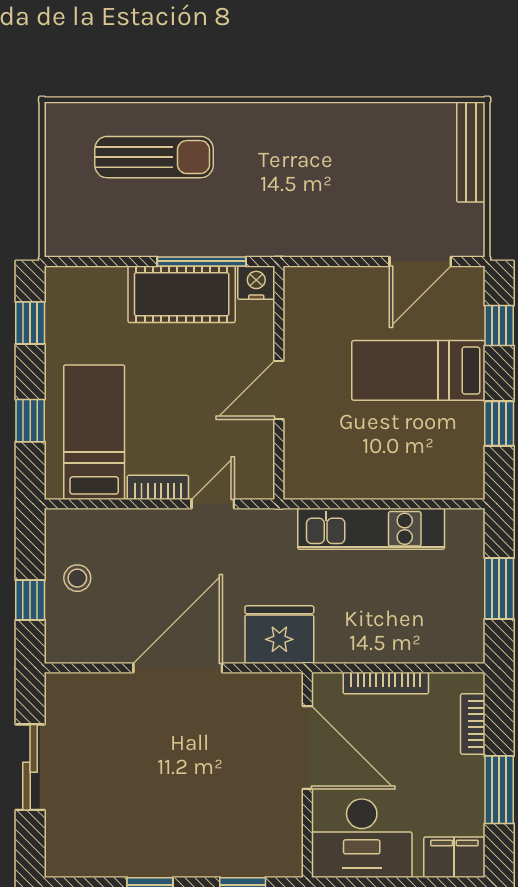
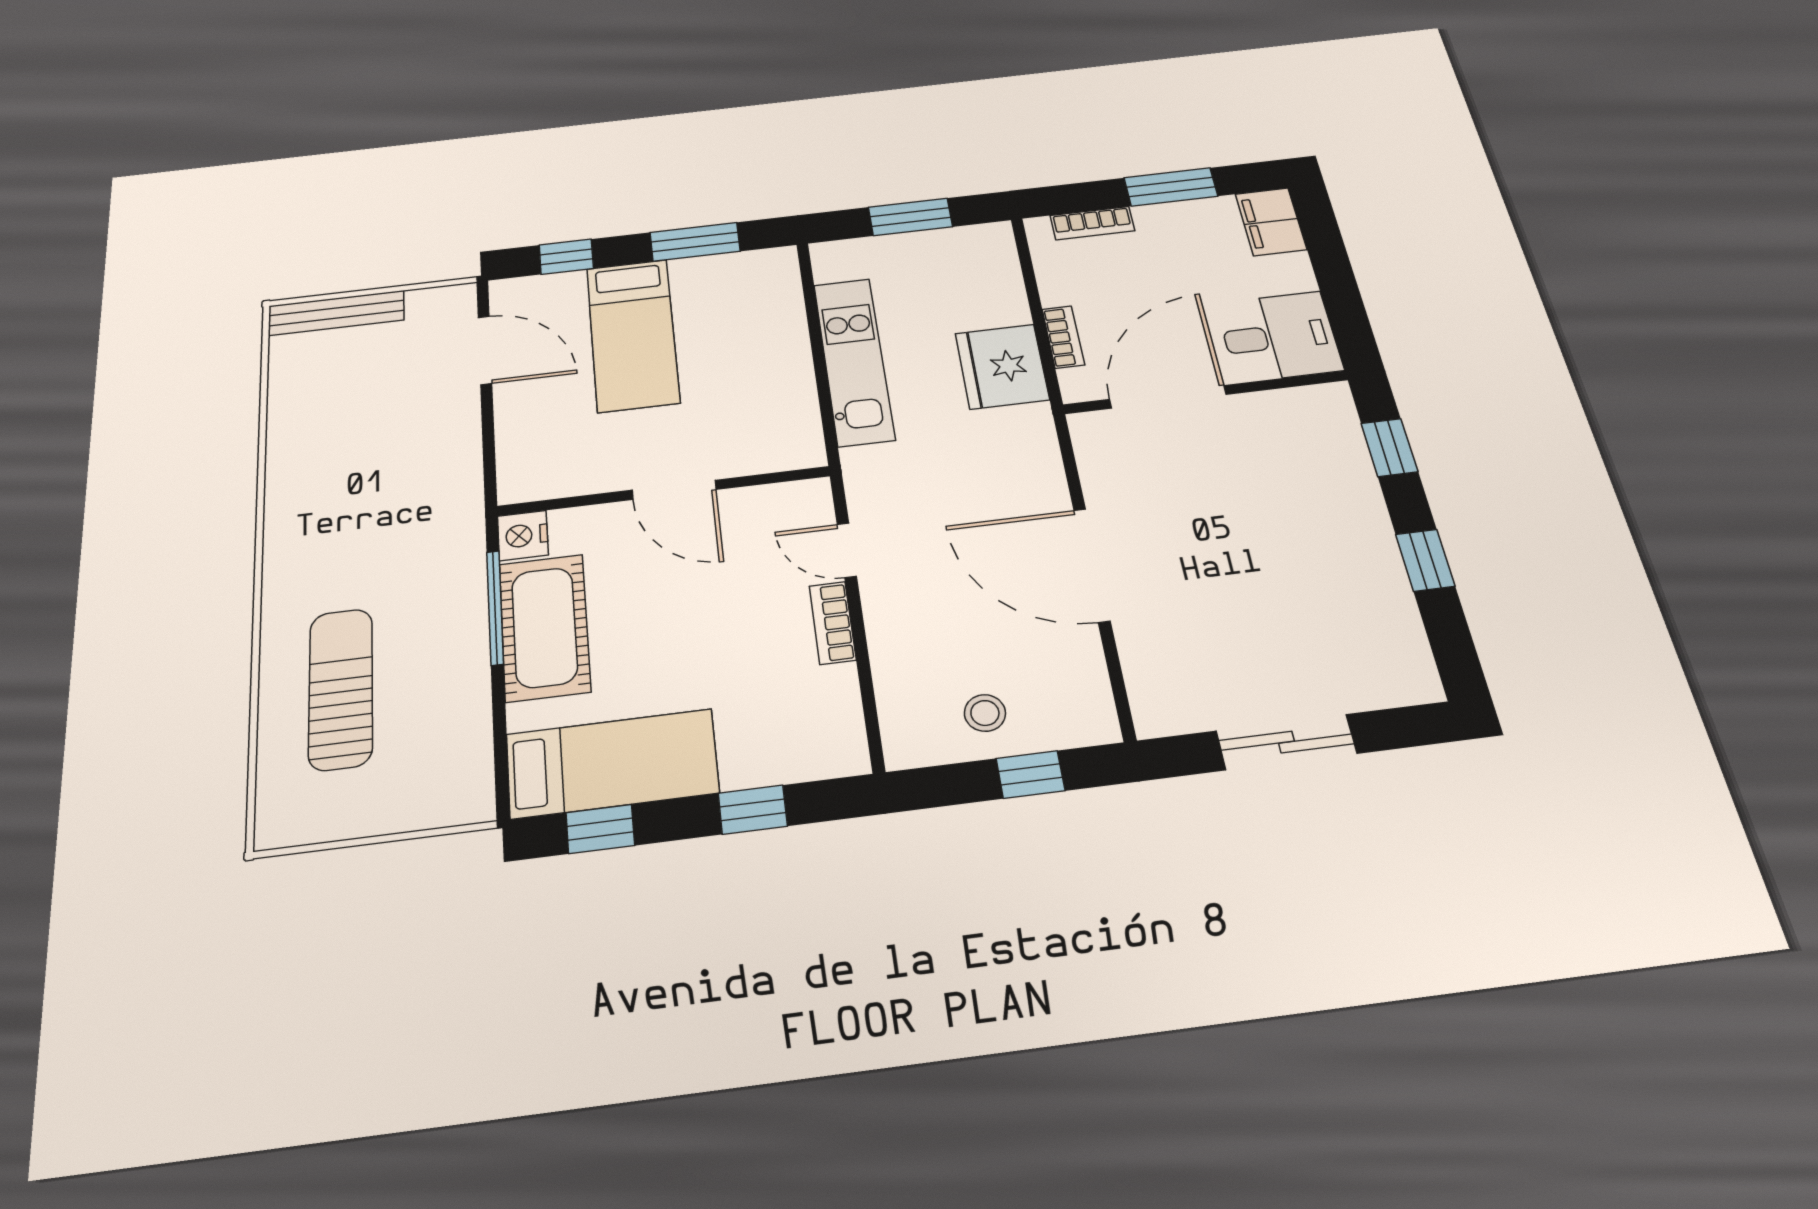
window: (499, 424) -> (695, 242), width x1.50
bed: (94, 432) -> (612, 764), moved, turned 180
fridge: (279, 635) -> (1002, 366), moved
bookcase: (386, 683) -> (1063, 337), width x0.64
desk: (362, 838) -> (1279, 337), width x0.73

